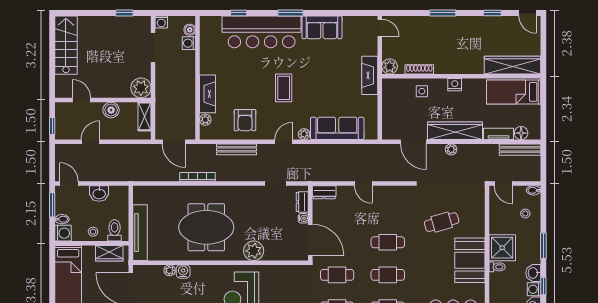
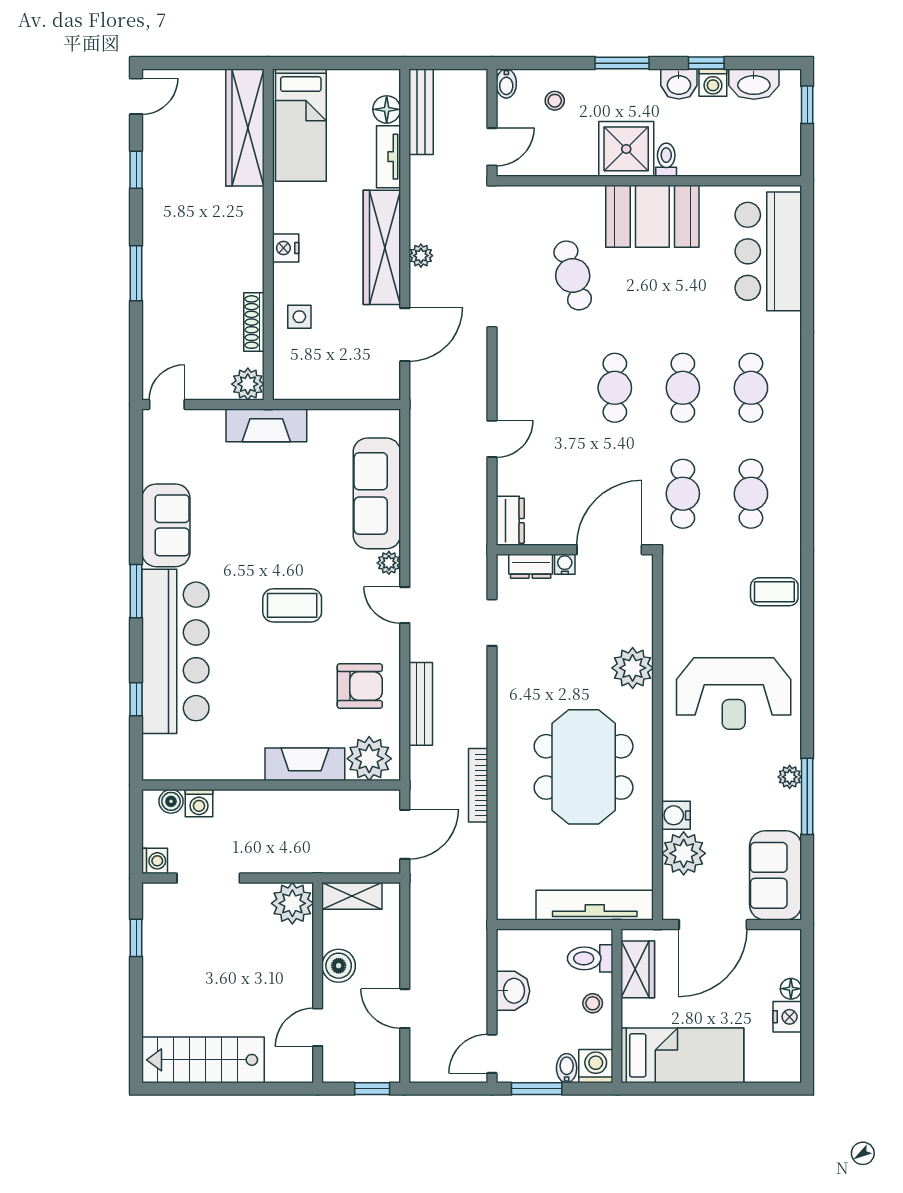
plant: (205, 120) -> (369, 759), width x1.88, depth x1.88
plant: (170, 270) -> (684, 853), width x1.88, depth x1.88

